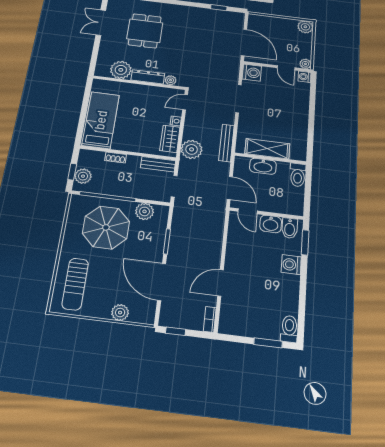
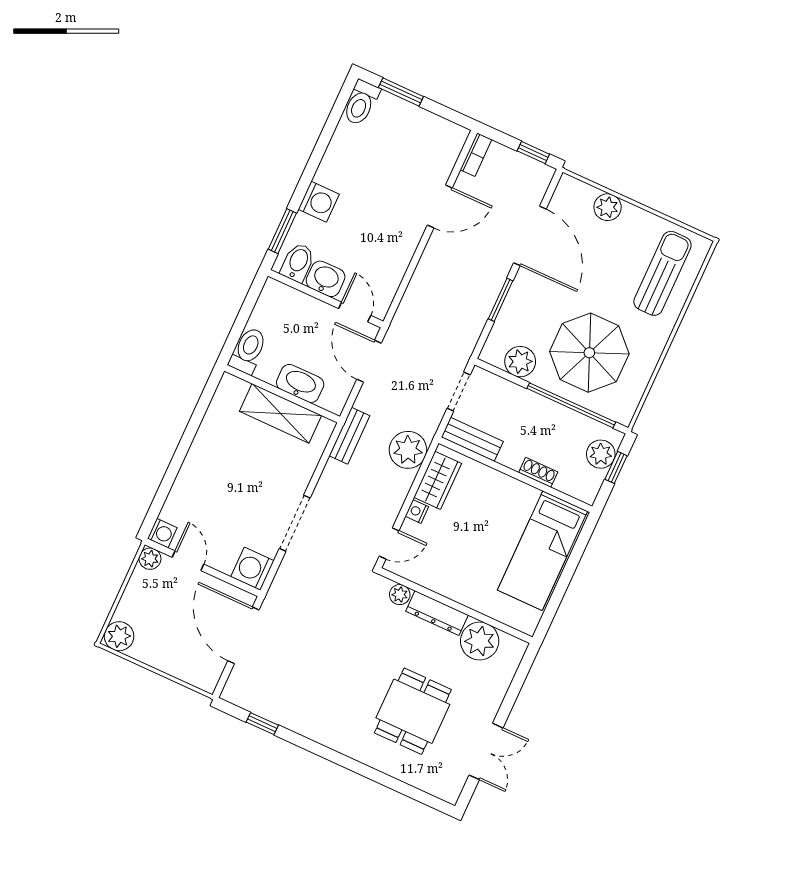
bench: (226, 143) -> (349, 436), width x0.73

